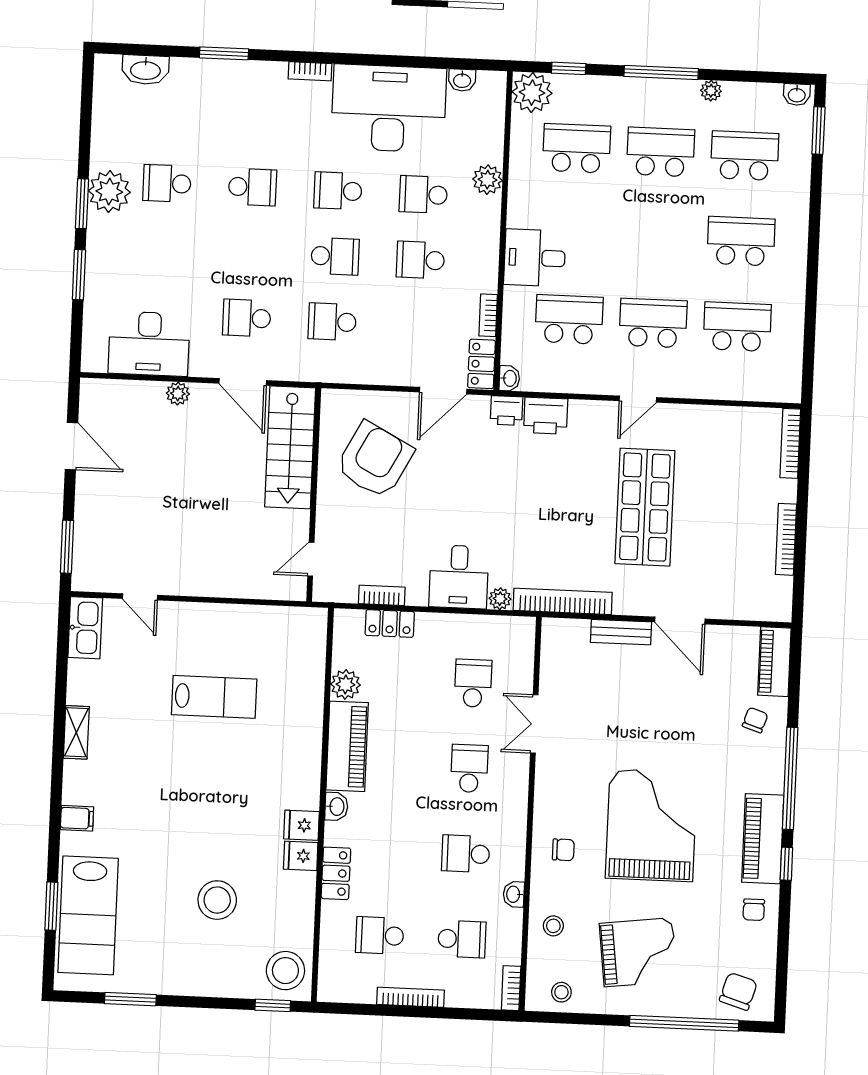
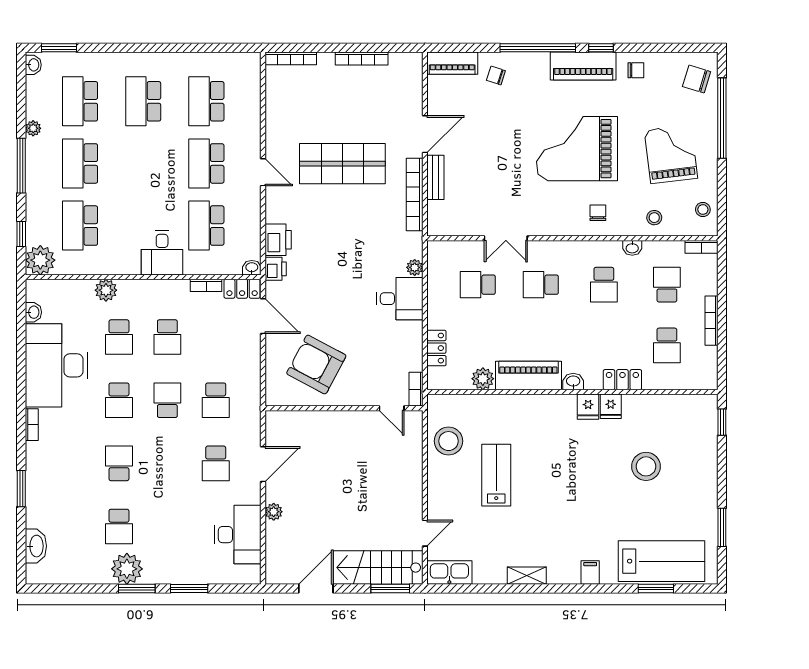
stairs: (290, 447) -> (378, 568), moved, turned 180
bookcase: (382, 595) -> (416, 389), moved
bookcase: (563, 601) -> (415, 194), moved
stool: (285, 971) -> (449, 441), moved

